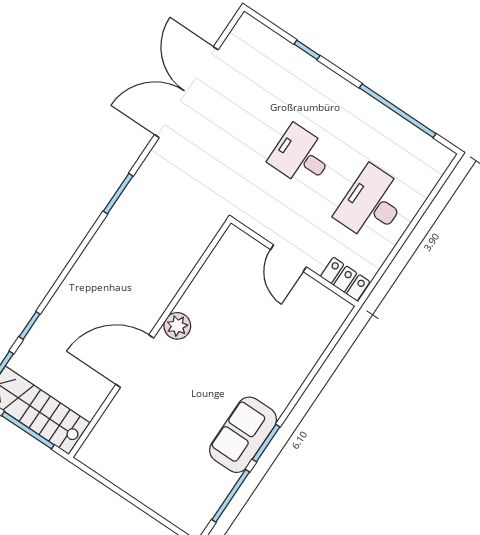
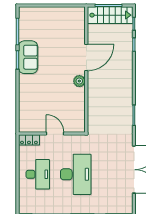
desk: (301, 156) -> (76, 174), width x1.87, depth x1.30

